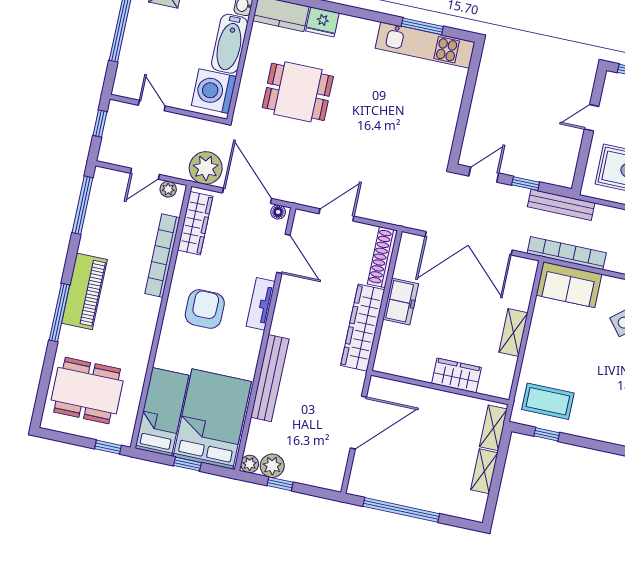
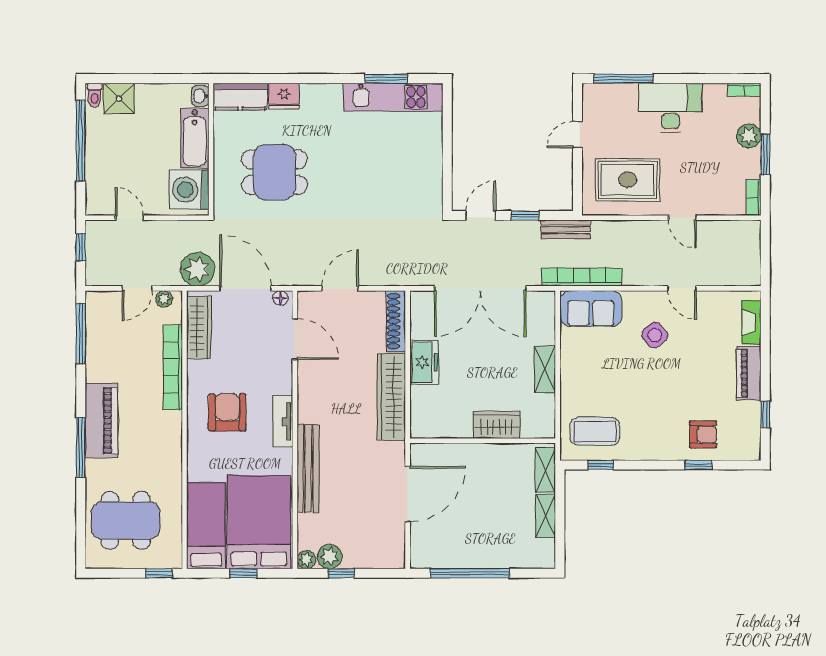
bench: (561, 205) -> (566, 229), width x0.73
tv unit: (261, 304) -> (283, 421), moved

